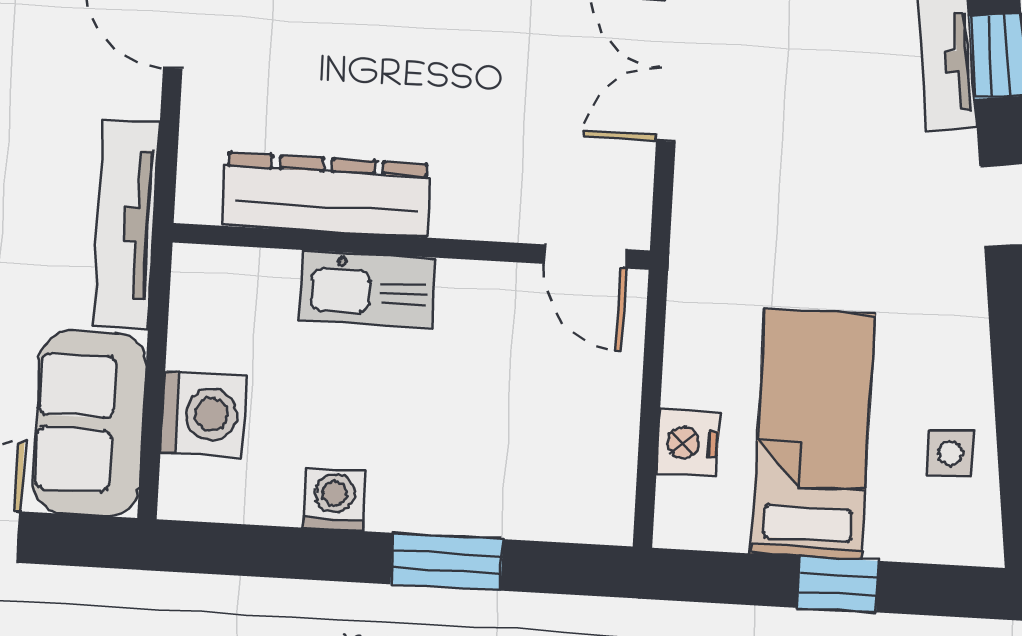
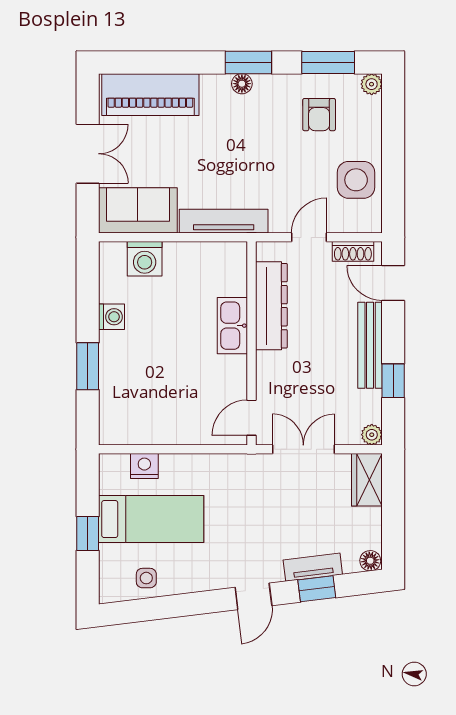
dresser: (326, 195) -> (271, 306), moved
wall: (411, 246) -> (251, 343), moved
door: (585, 256) -> (251, 418), moved
kitchen sink: (367, 289) -> (232, 326), moved

